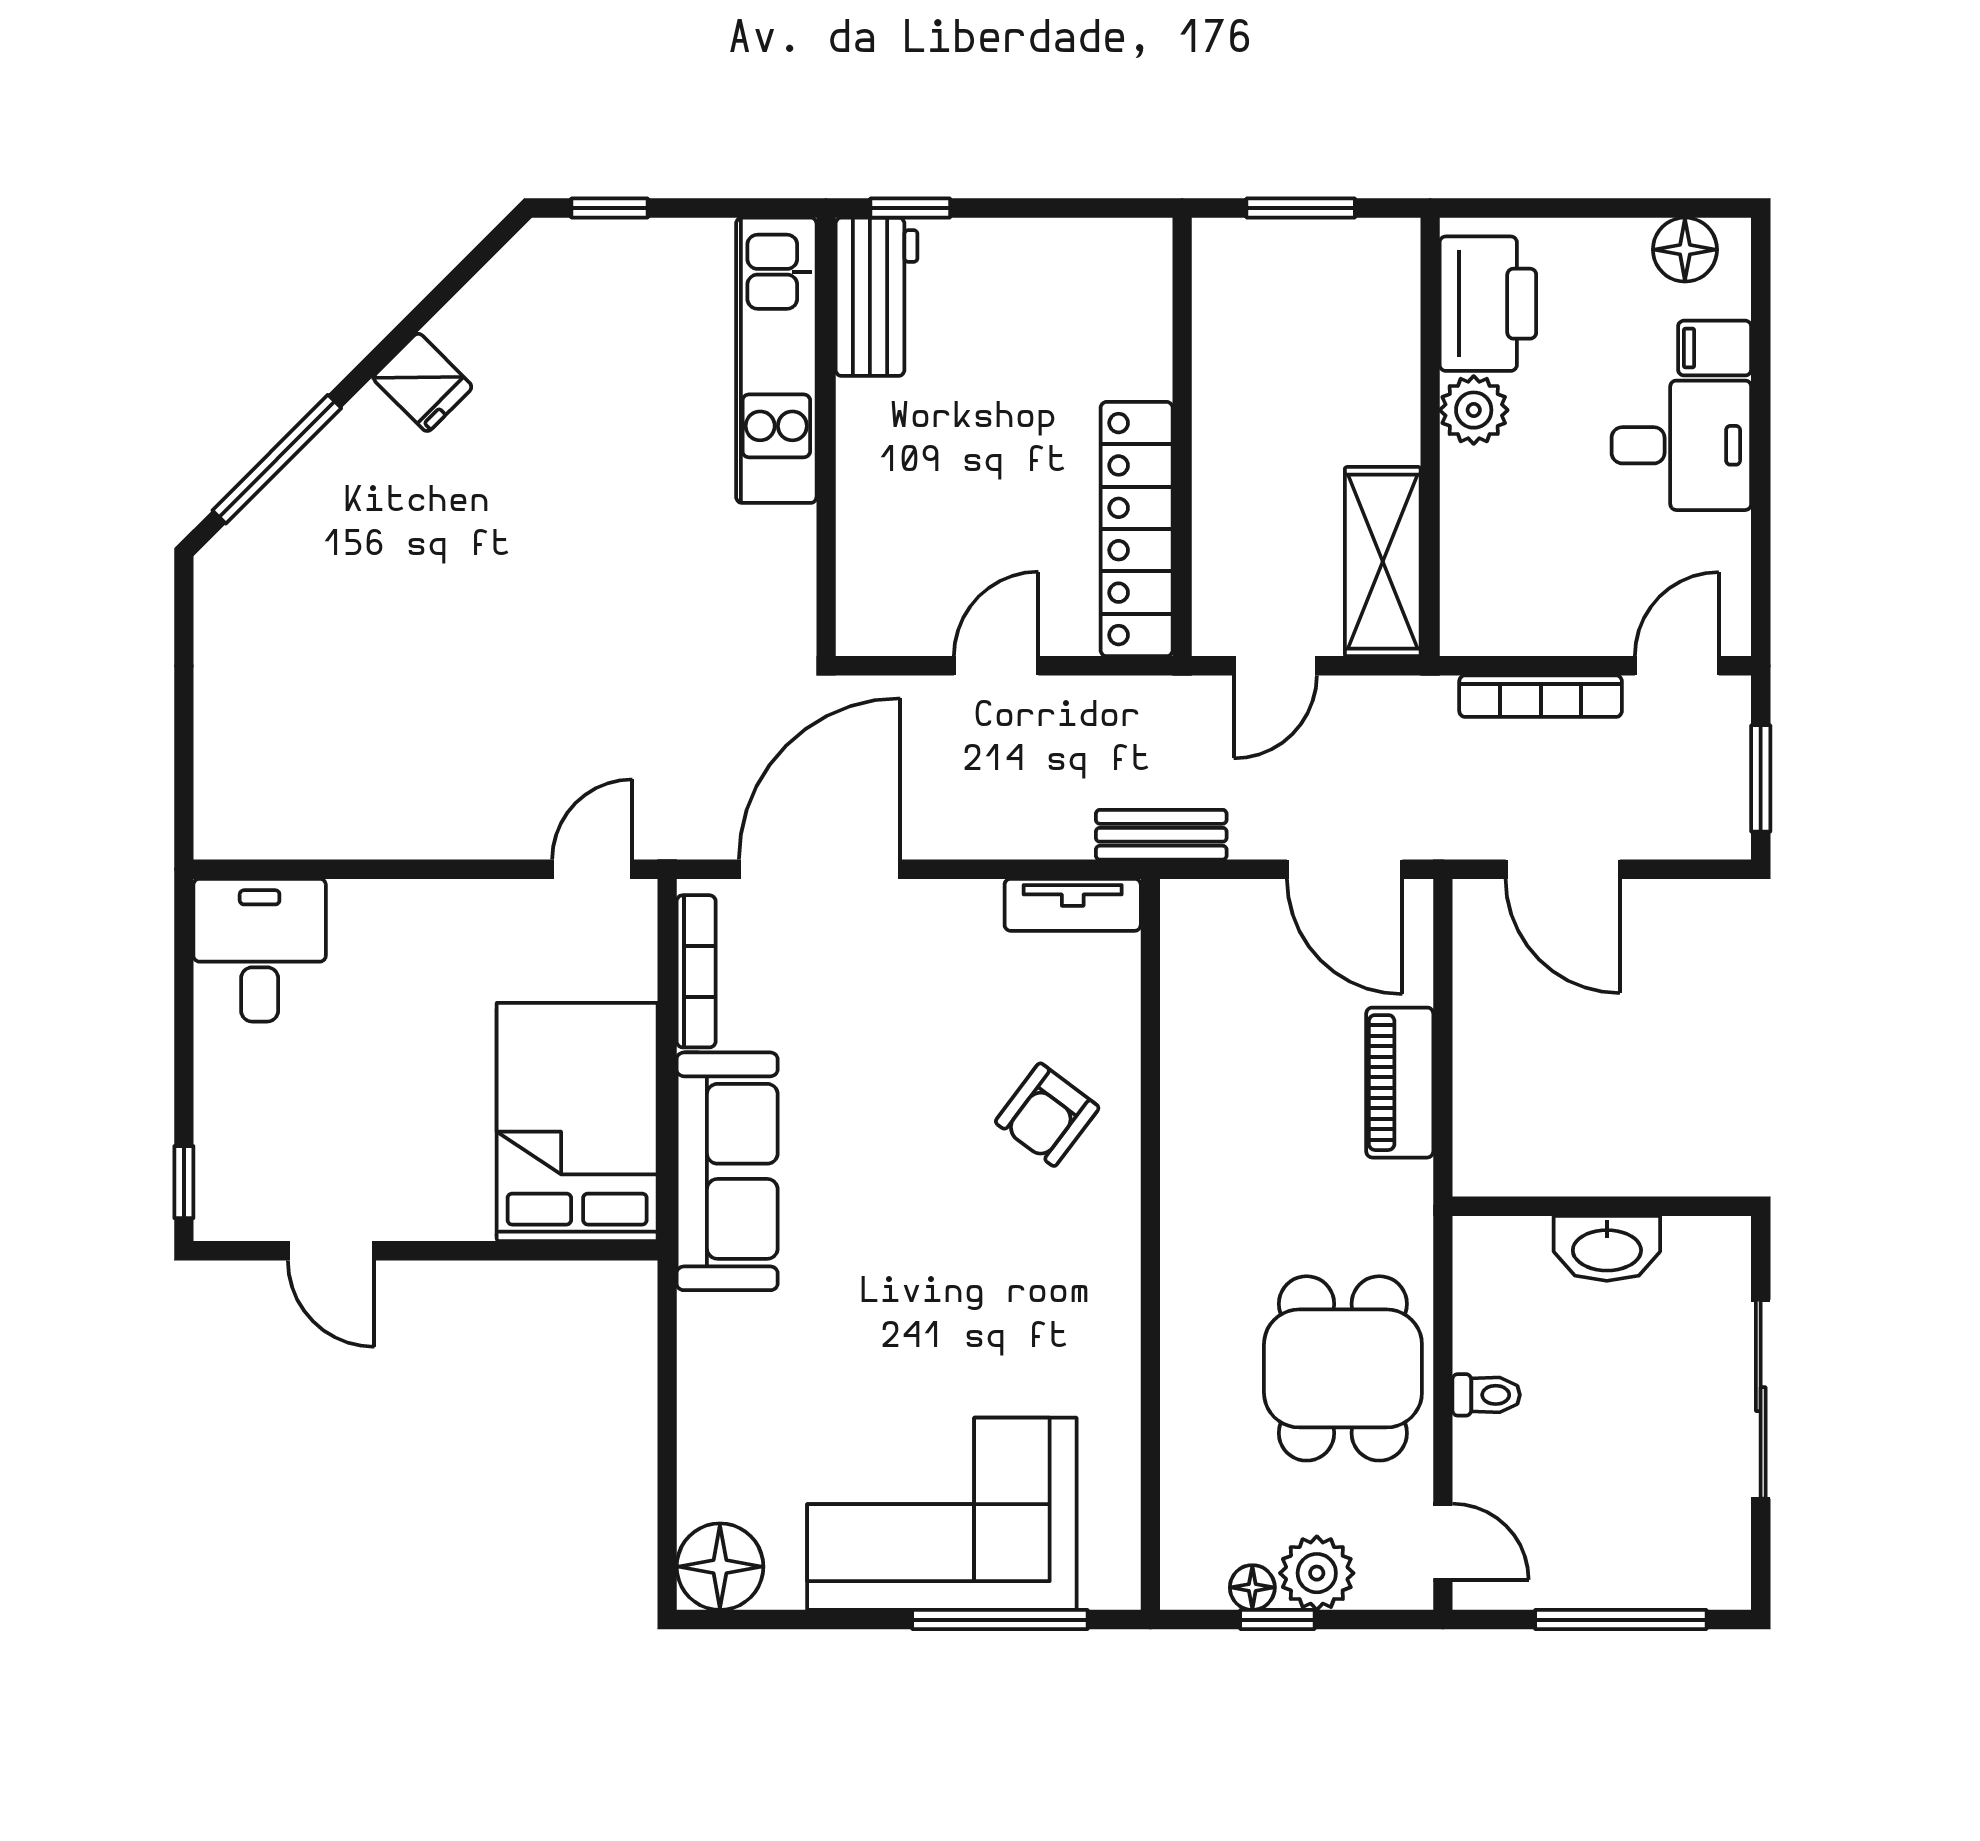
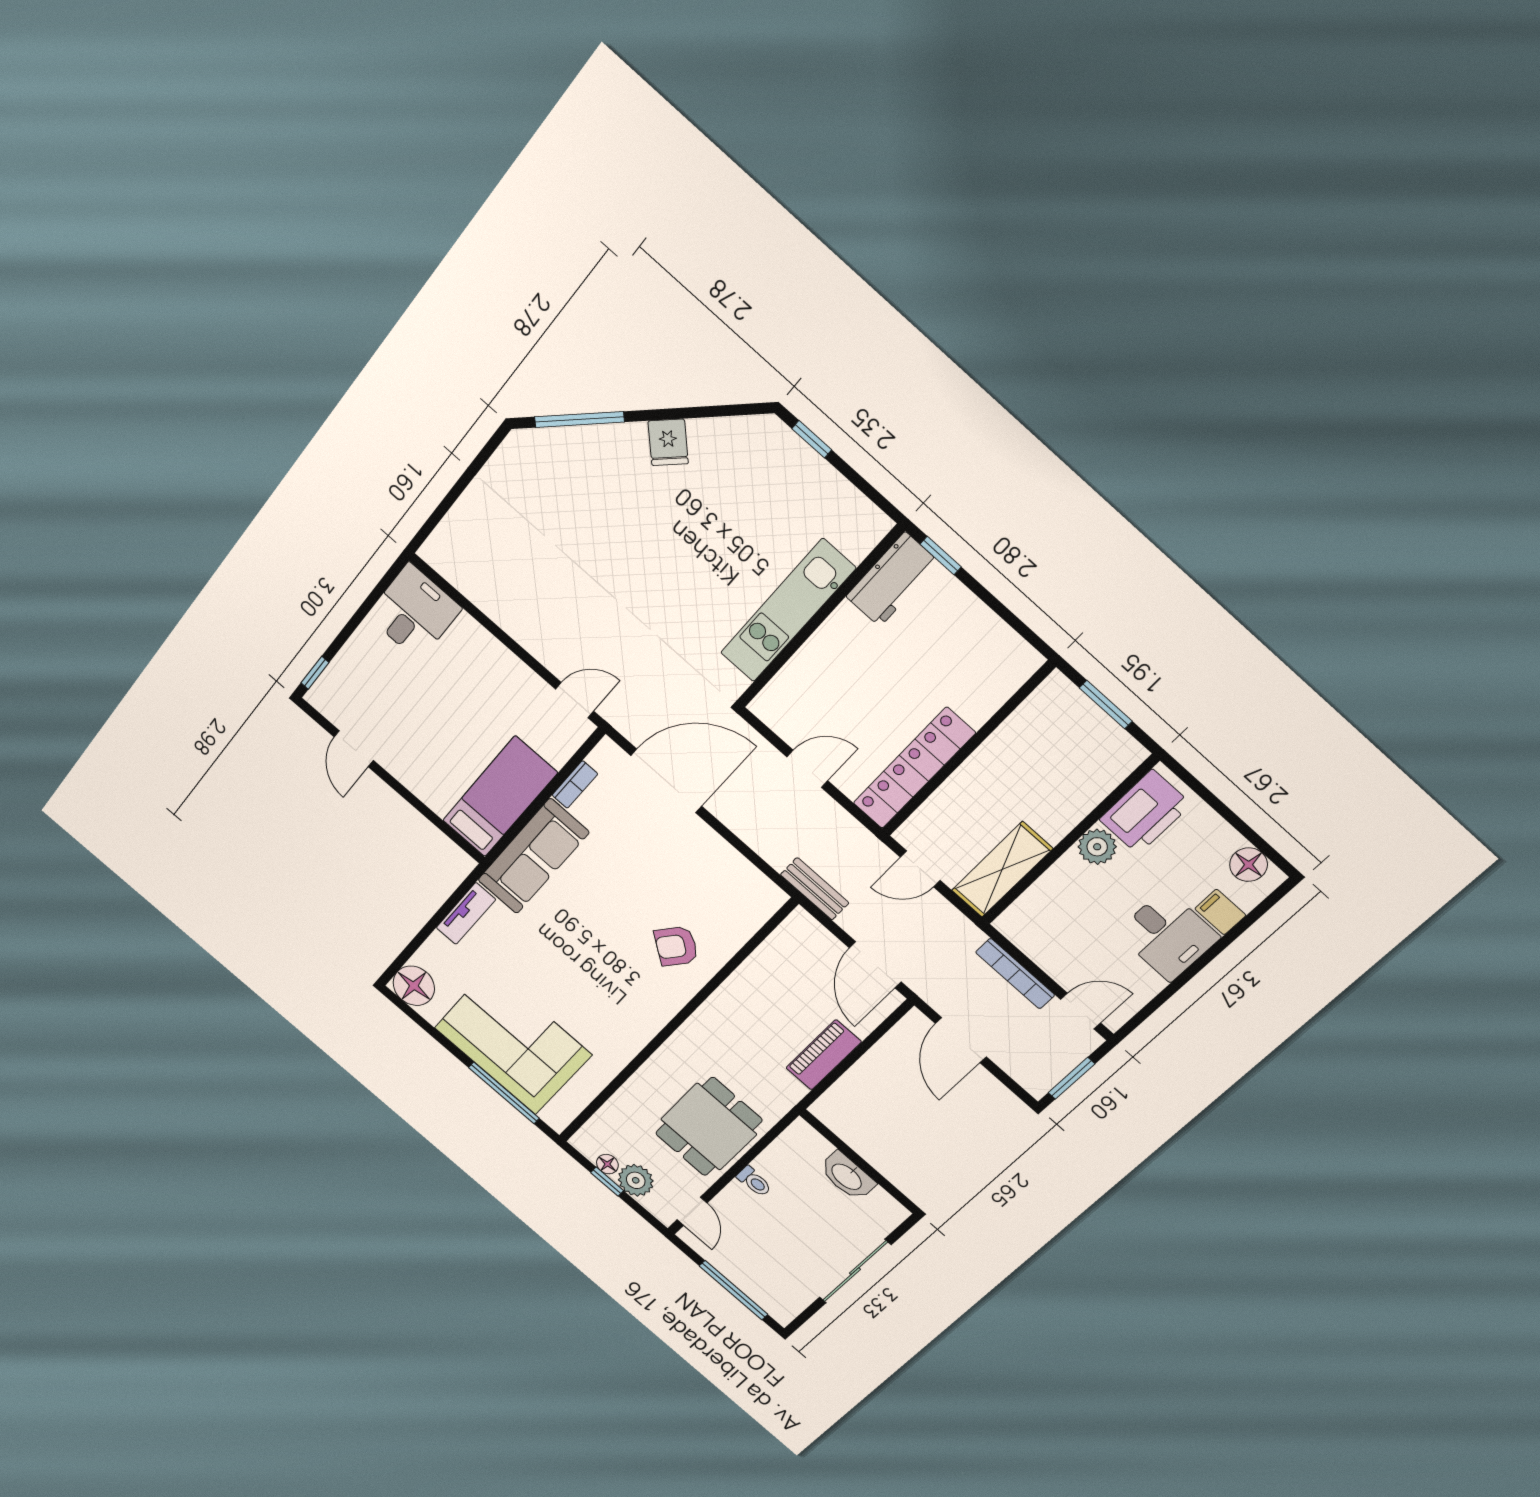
kitchen unit: (776, 360) -> (788, 611), moved
tv unit: (1073, 905) -> (466, 914), moved, turned -90
bookcase: (696, 971) -> (575, 785), width x0.64
bed: (577, 1122) -> (500, 797), width x0.67

